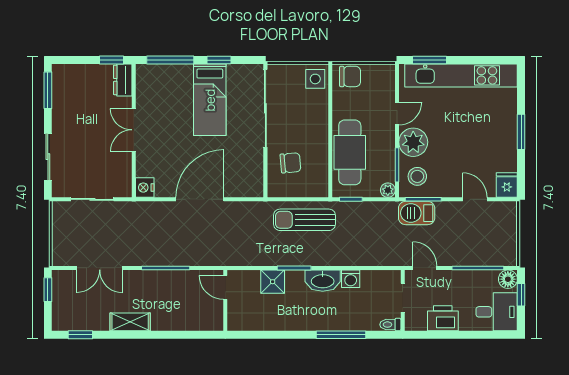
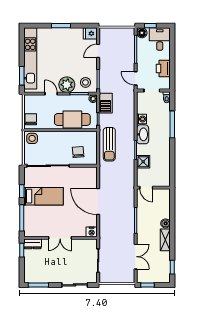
barbecue: (417, 213) -> (106, 103), moved
door: (425, 268) -> (136, 78), hinge flipped
door: (225, 287) -> (146, 188), hinge flipped
boiler: (160, 322) -> (166, 223), added

